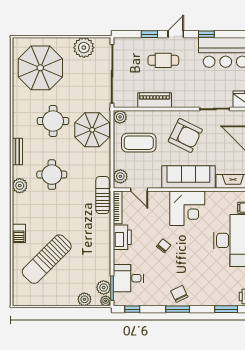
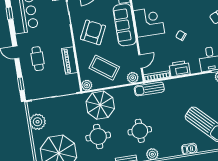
window: (149, 34) -> (21, 84), moved
window: (206, 34) -> (9, 13), moved
coffee table: (139, 143) -> (104, 68), turned -54

